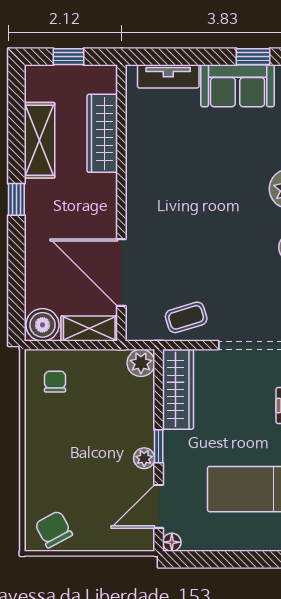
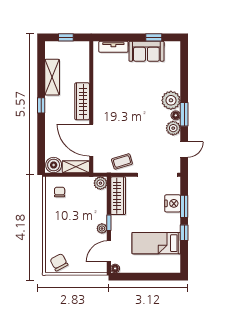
wardrobe: (102, 133) -> (82, 101), moved

